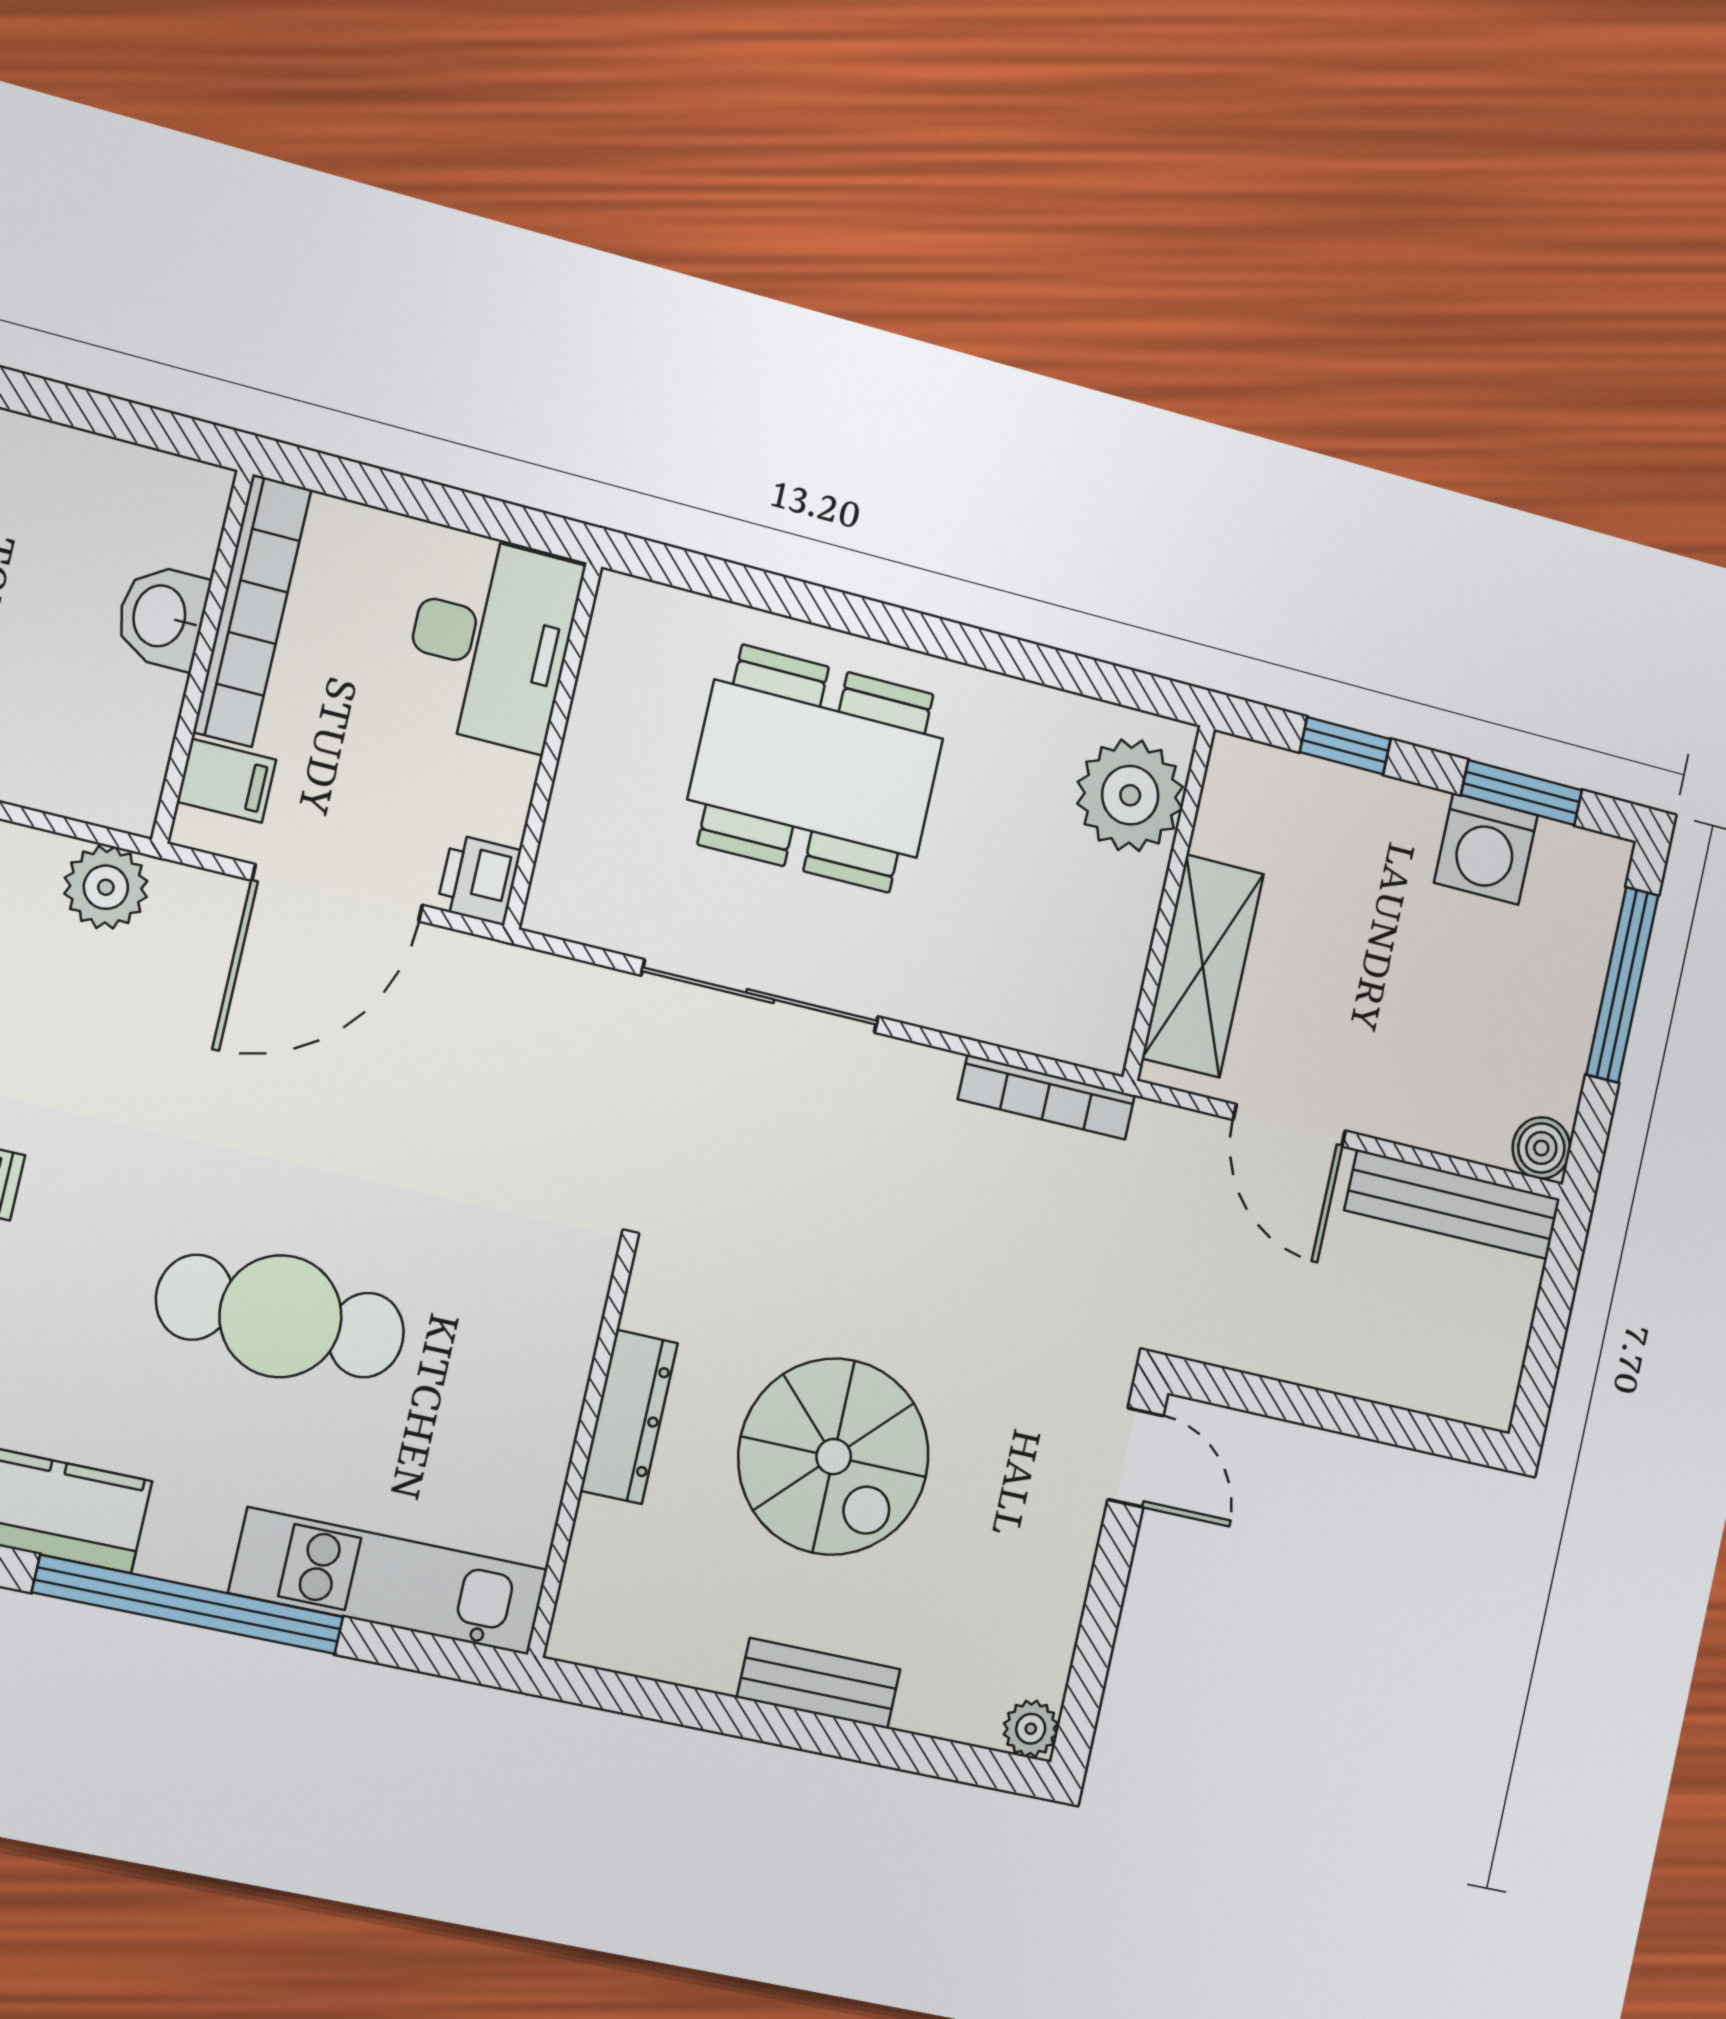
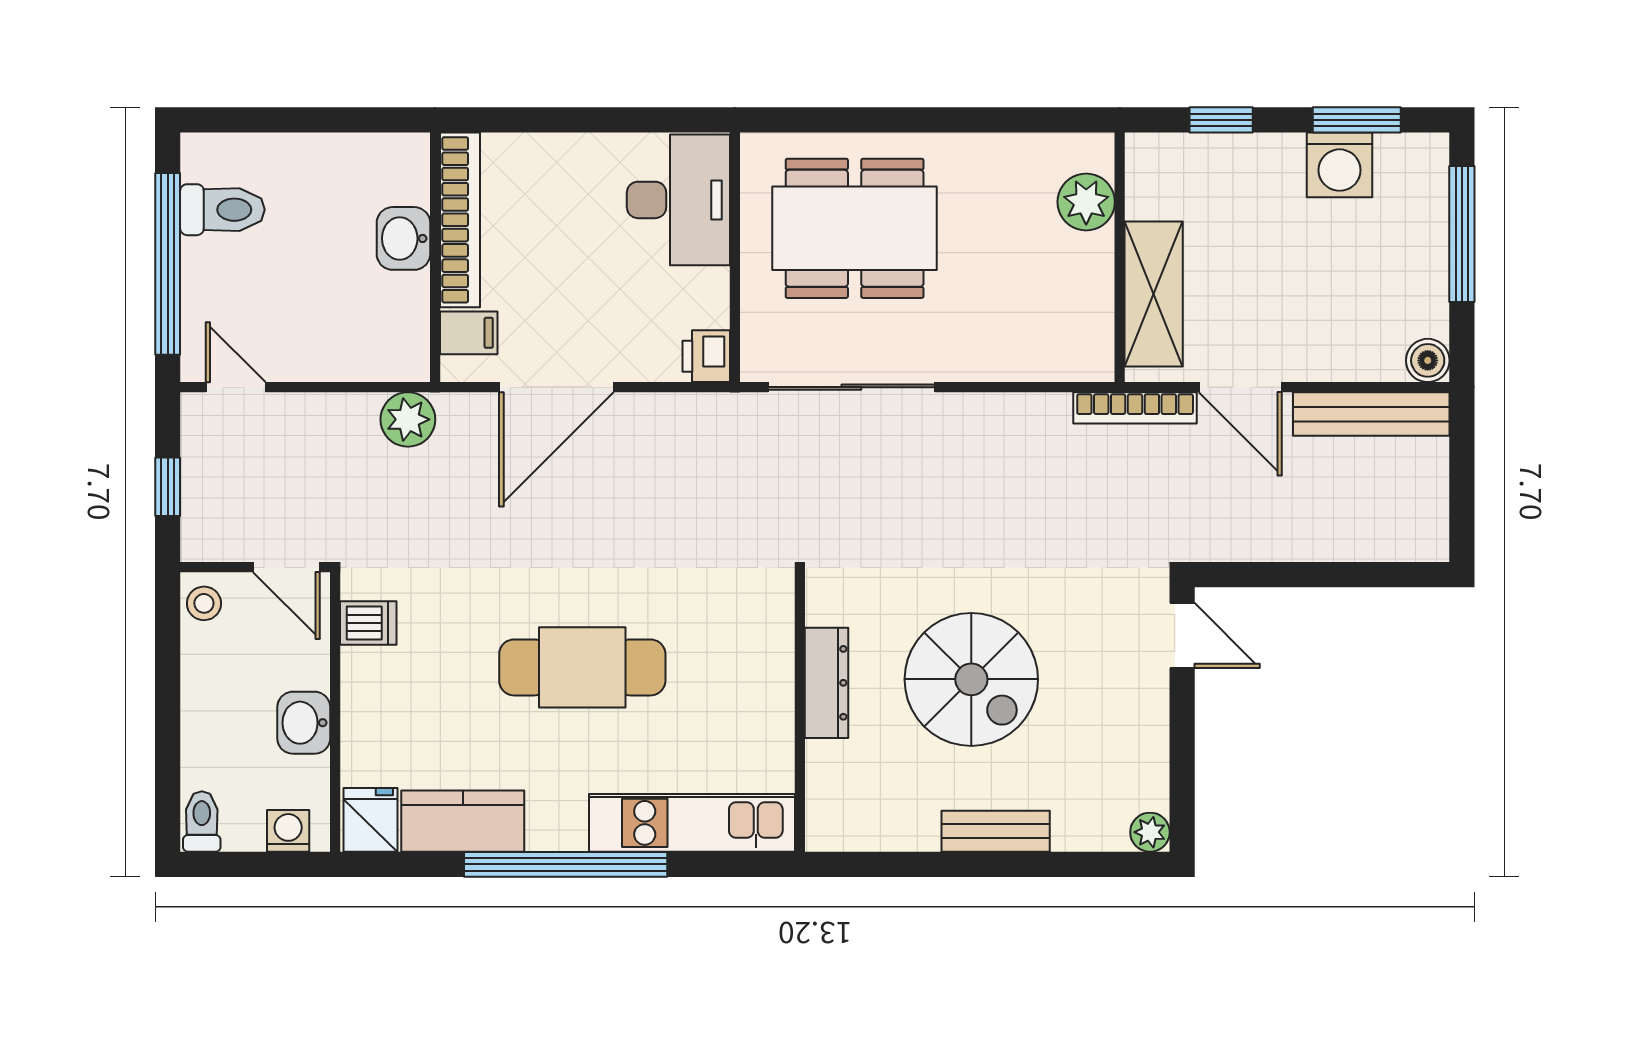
desk: (491, 641) -> (678, 200), moved
wall: (553, 746) -> (735, 257), moved
plant: (1130, 795) -> (1086, 202), width x0.73, depth x0.73
printer: (479, 880) -> (706, 356), moved
bookcase: (1047, 1097) -> (1135, 408), moved

